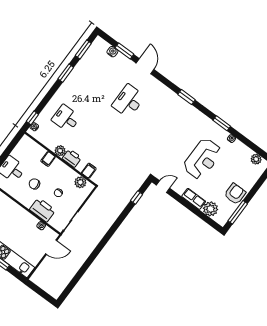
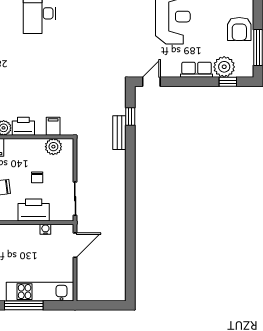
armchair: (235, 194) -> (239, 29), turned 180
bench: (124, 202) -> (119, 133), added
window: (206, 219) -> (228, 82), added

